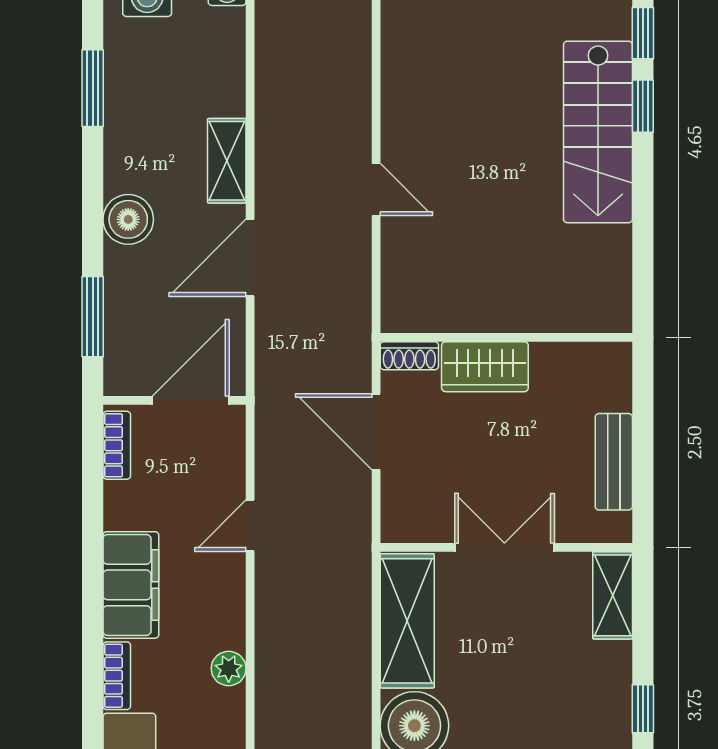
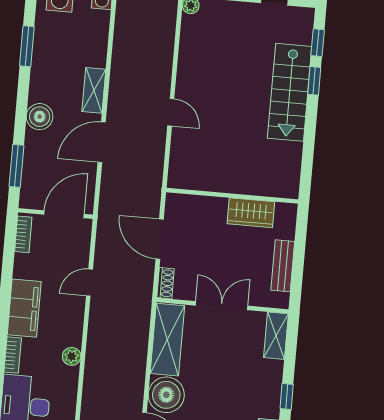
shoe rack: (409, 356) -> (165, 283), moved, turned -90
wardrobe: (485, 367) -> (251, 213), moved

